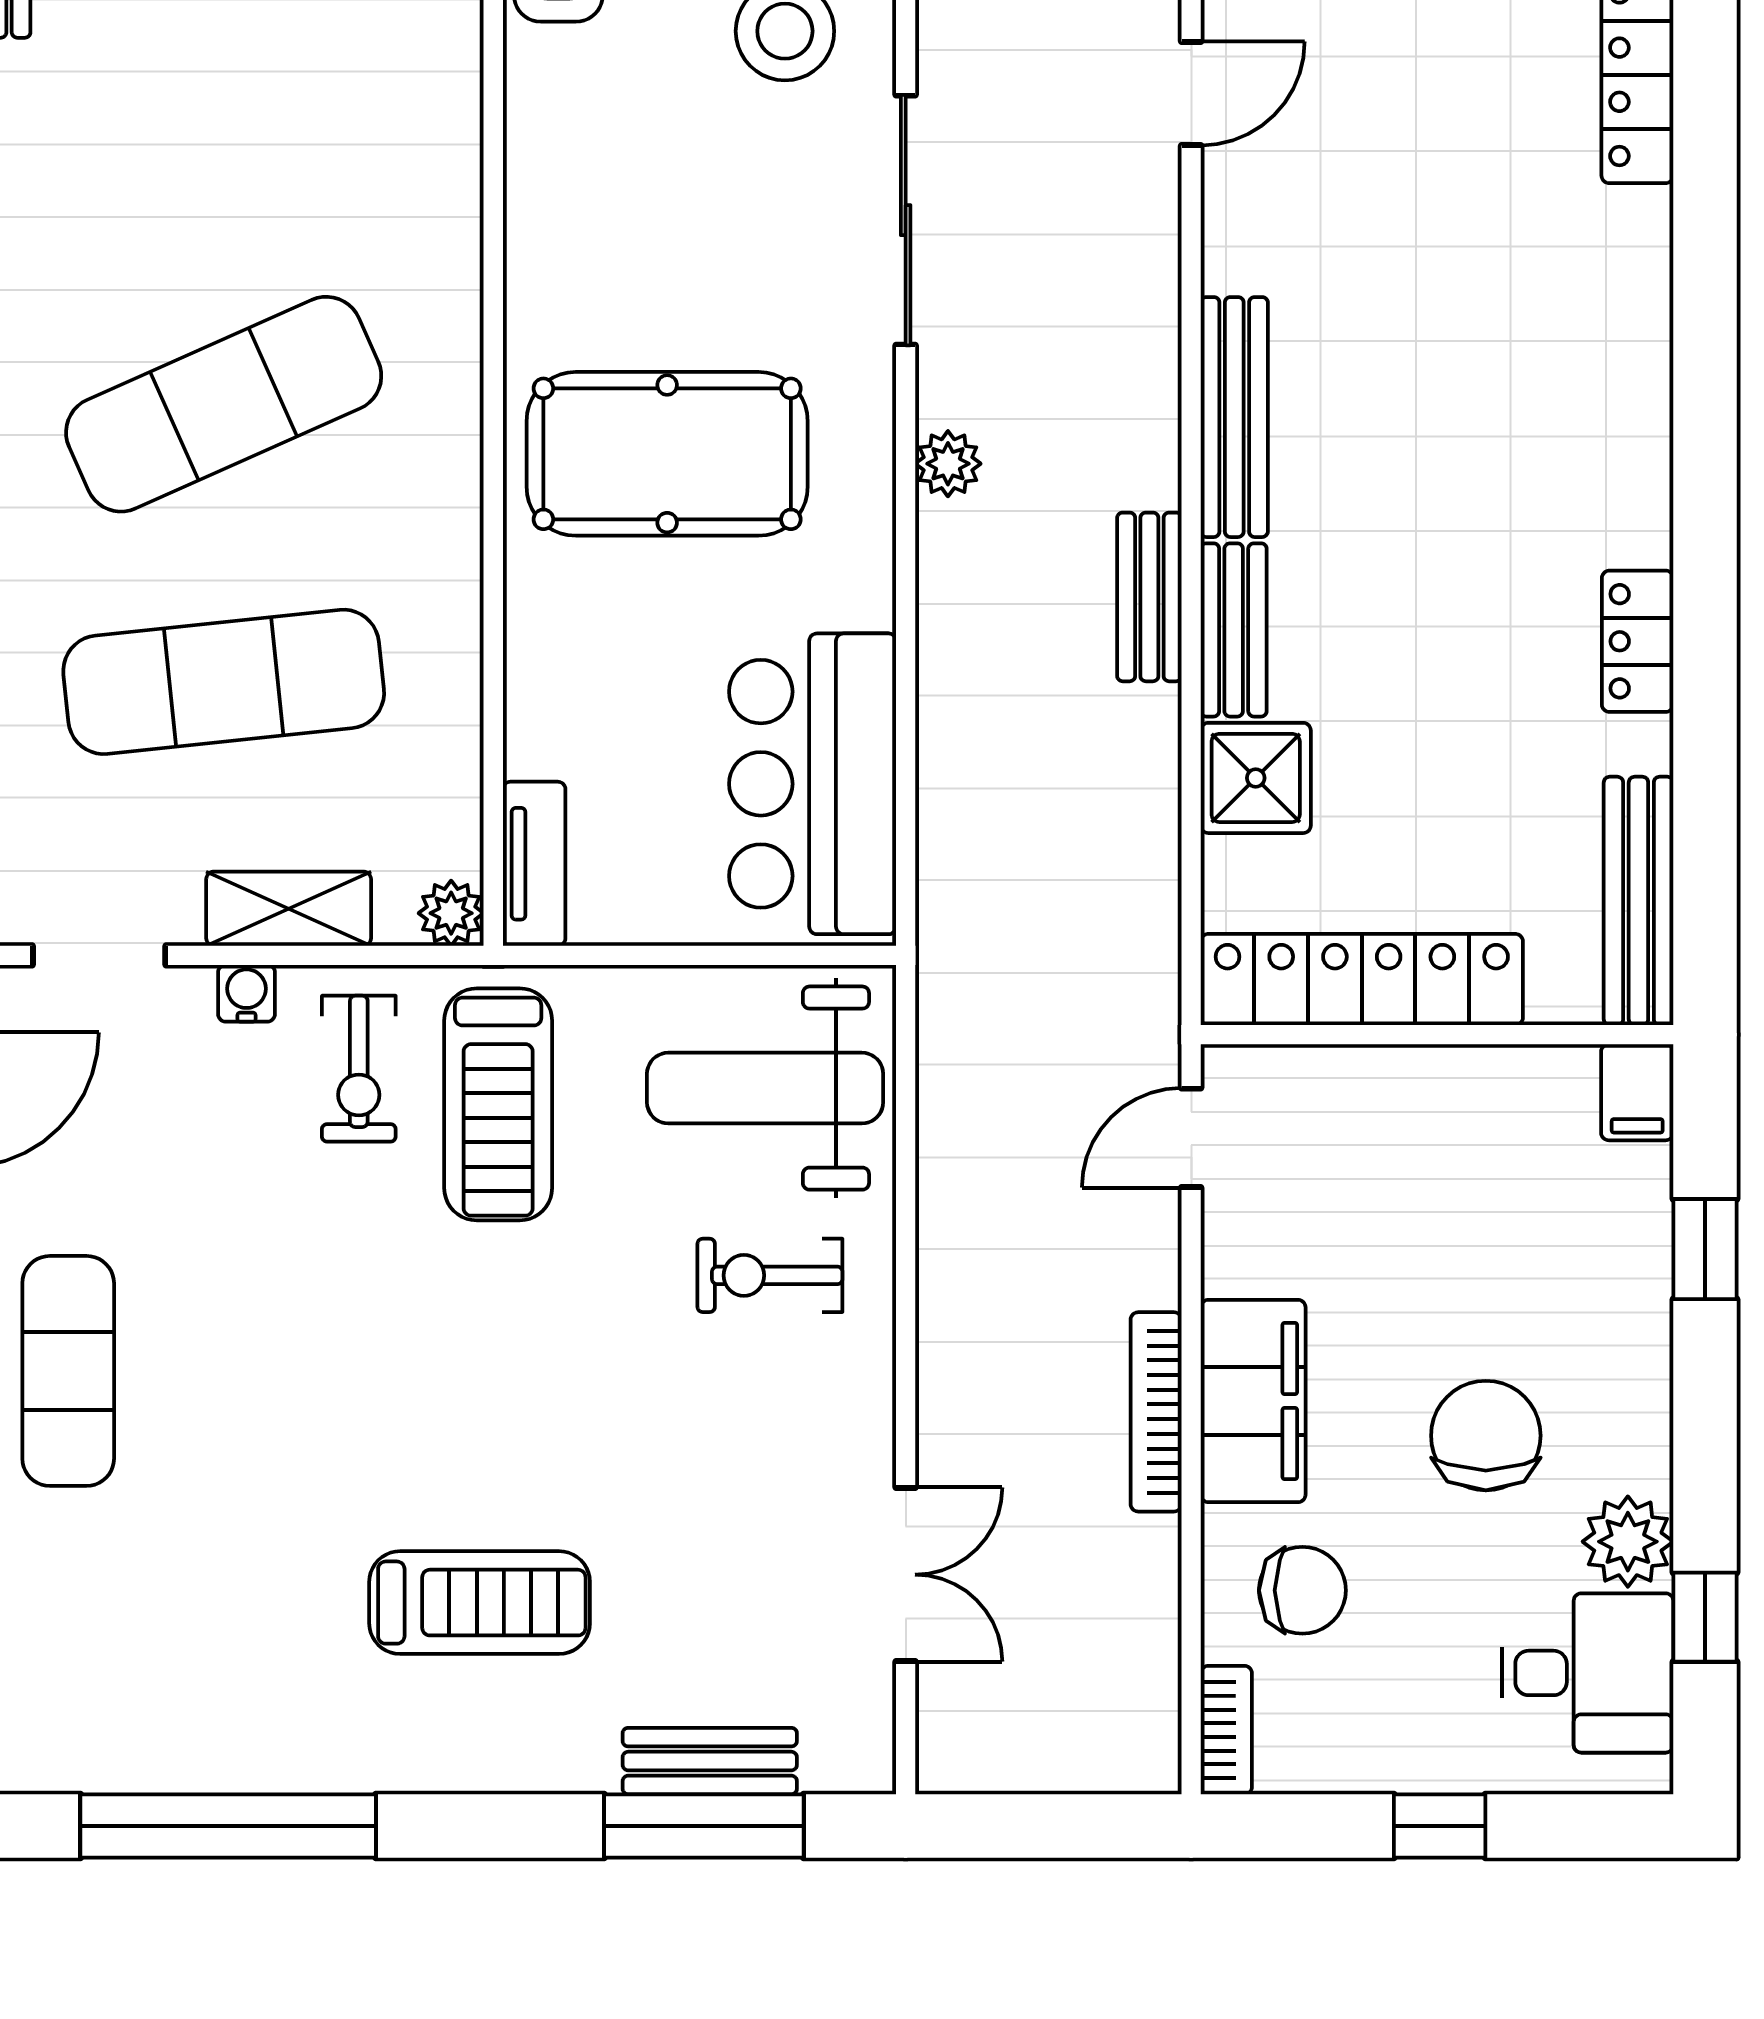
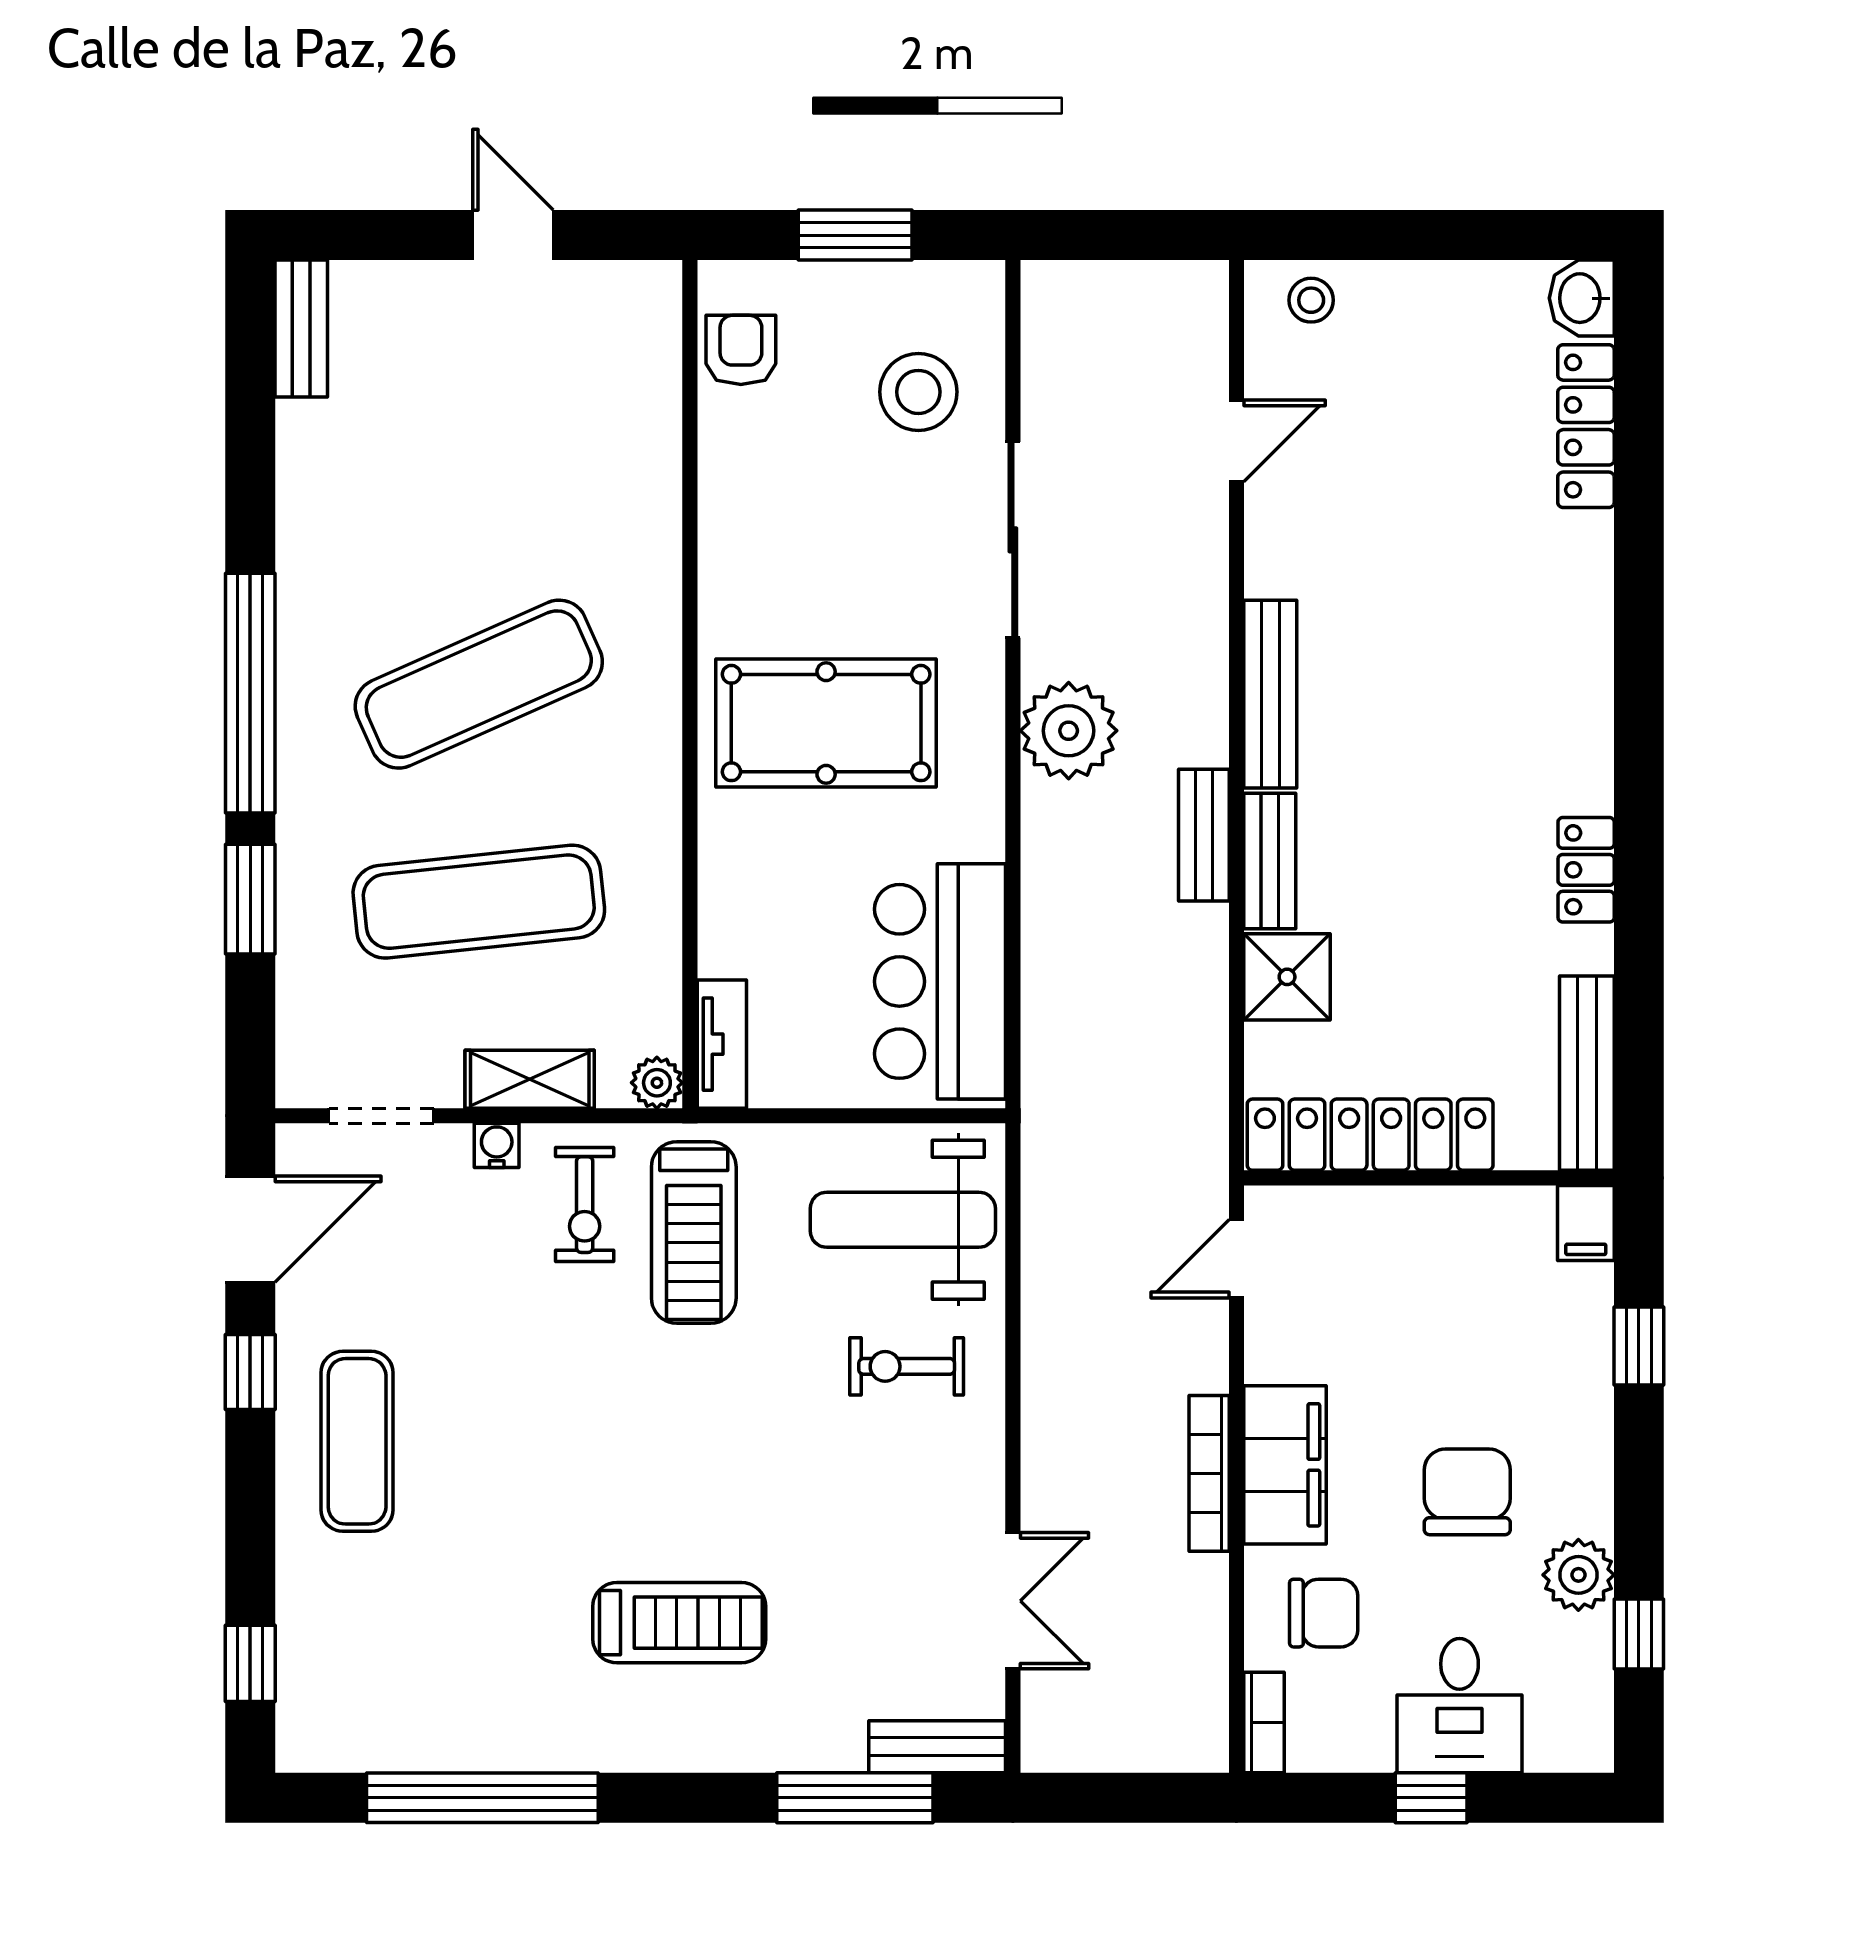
plant: (948, 464) -> (1069, 731), width x1.88, depth x1.88
desk: (1587, 1673) -> (1460, 1706), moved, turned 90
bench: (710, 1761) -> (937, 1747), moved

